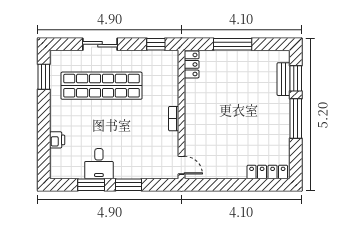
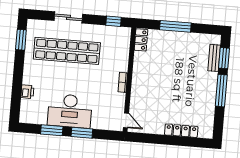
desk: (99, 164) -> (70, 111), width x1.87, depth x1.30
locker: (267, 172) -> (181, 131), moved

